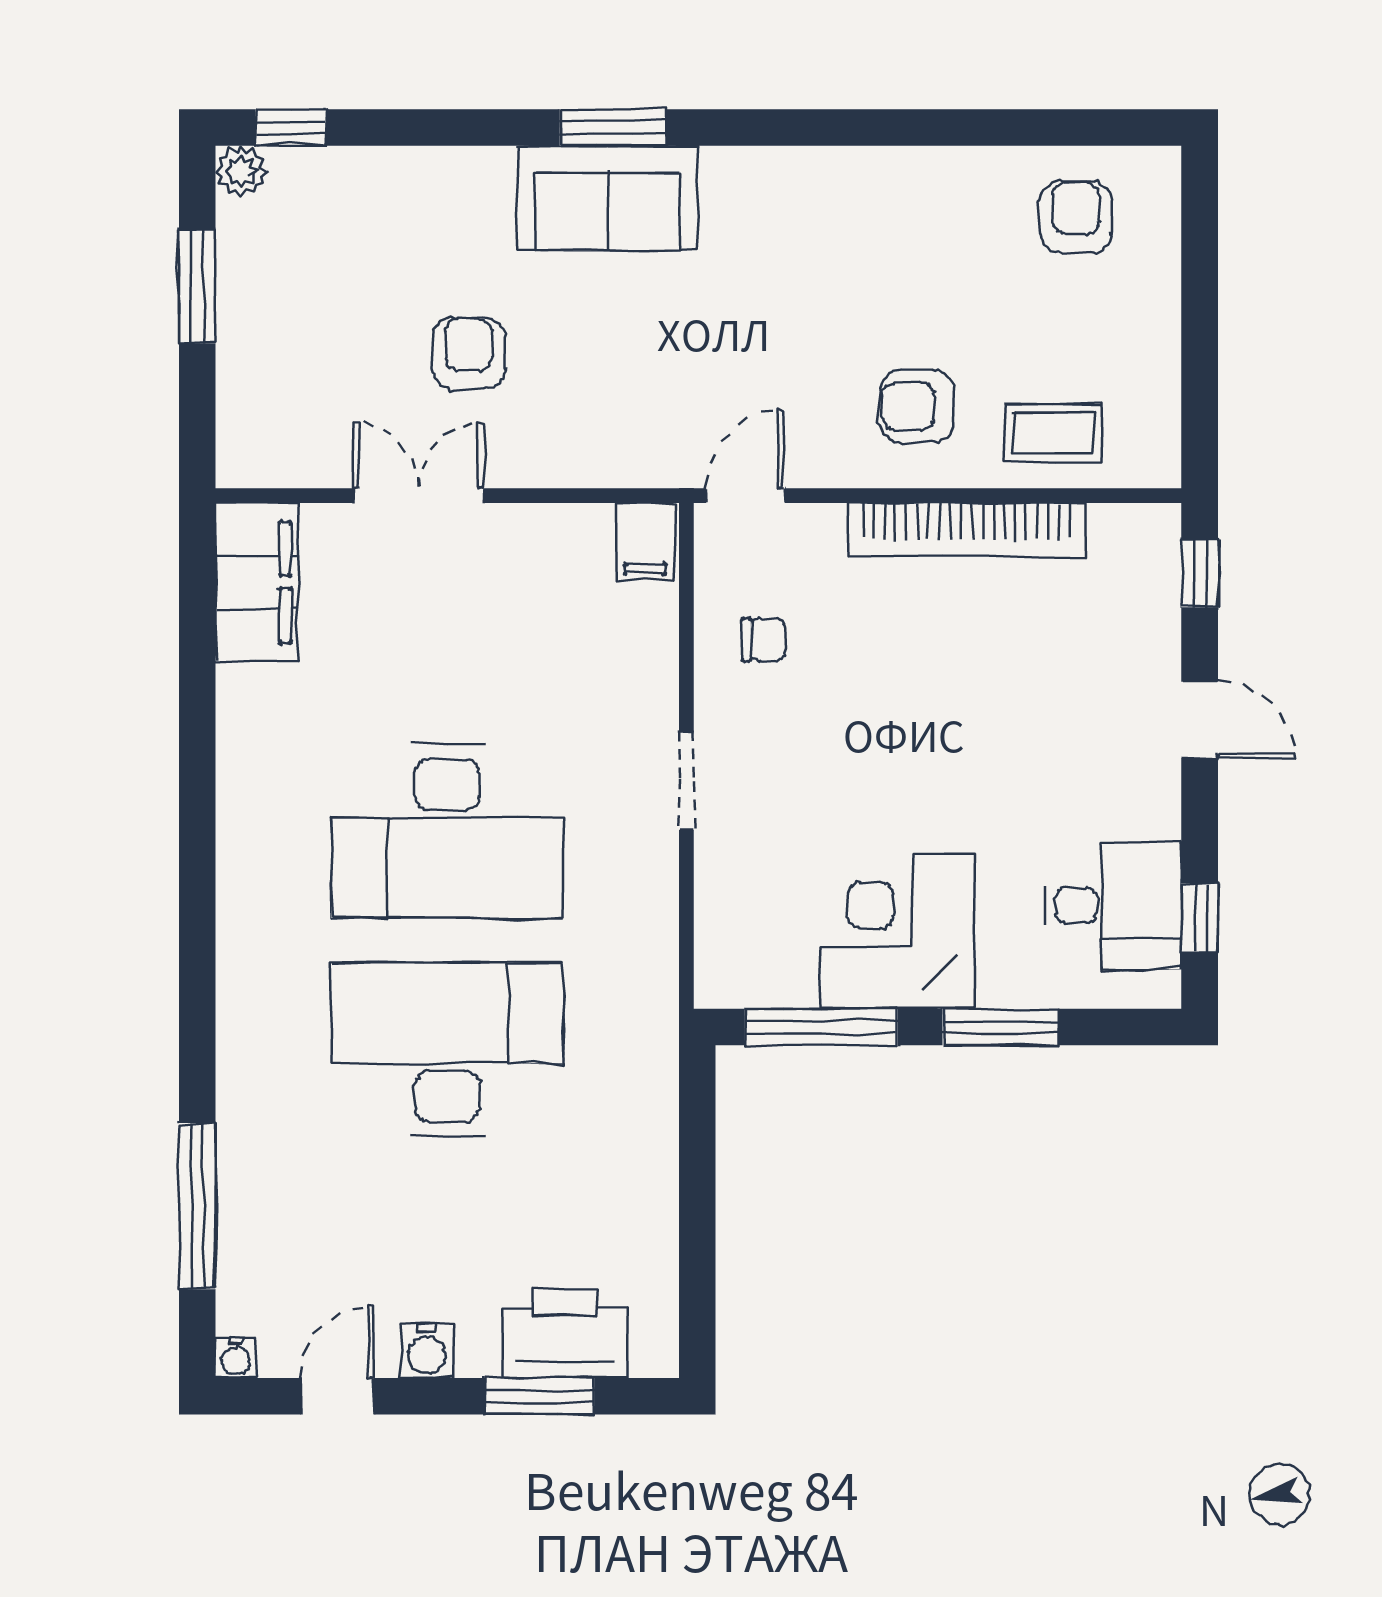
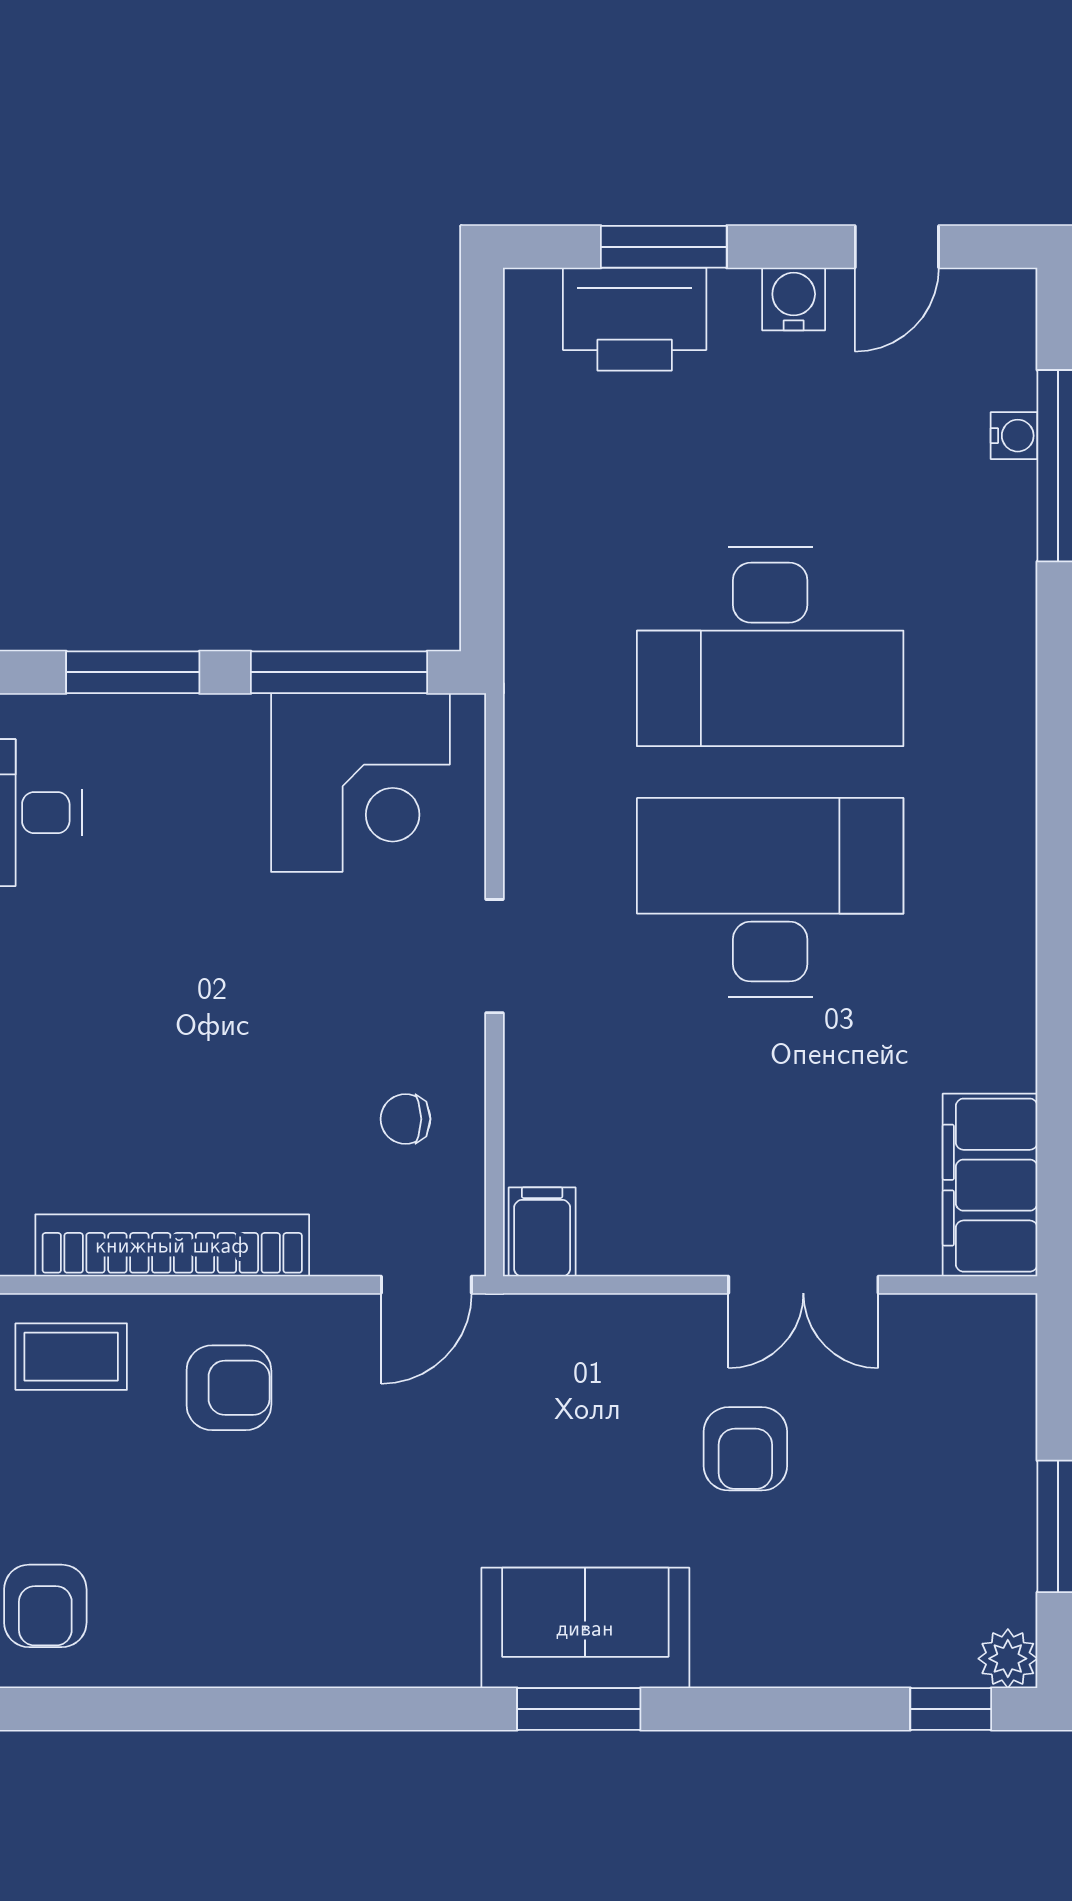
corner desk: (897, 931) -> (360, 783), moved
water cooler: (236, 1358) -> (1014, 436), moved, turned 90

